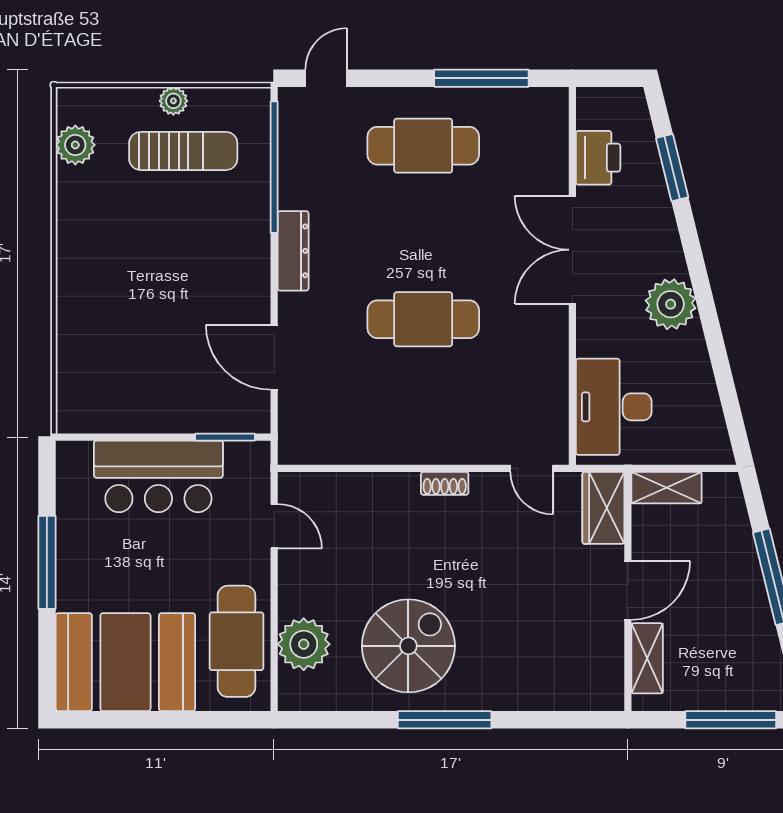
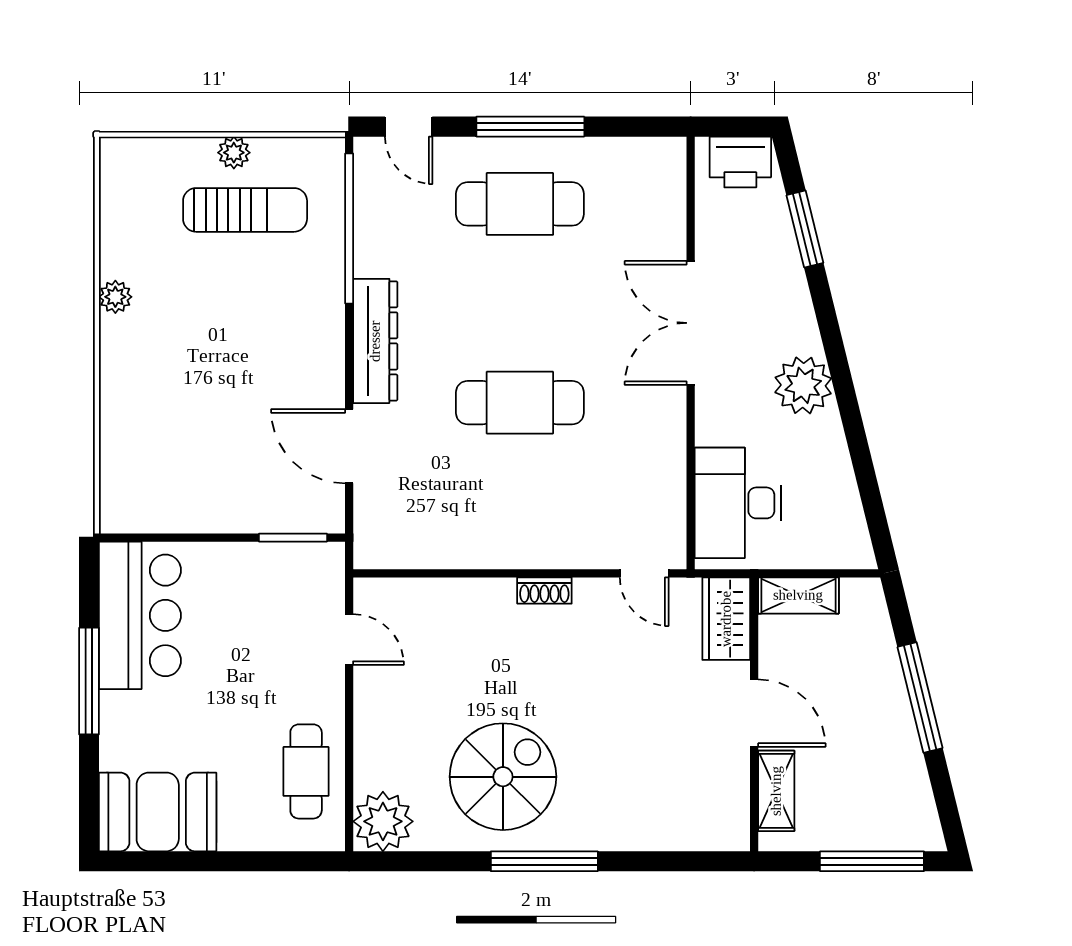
door: (326, 78) -> (409, 127), swing flipped
window: (481, 78) -> (530, 127), moved
plant: (75, 145) -> (115, 297), moved, width x0.73, depth x0.73
printer: (598, 158) -> (740, 162), moved, turned 90
dresser: (293, 251) -> (375, 341), width x1.37, depth x1.24
bar counter: (158, 476) -> (140, 615), moved, turned -90
door: (628, 590) -> (754, 713), hinge flipped
cafe table: (236, 641) -> (306, 771), width x0.73, depth x0.74
plant: (304, 644) -> (383, 821), moved
booth: (125, 662) -> (158, 812), width x0.73, depth x0.70

